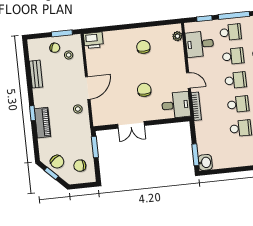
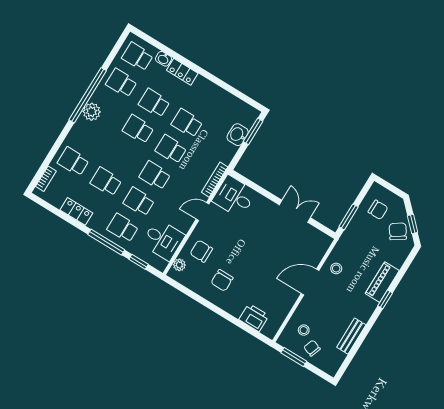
printer: (93, 40) -> (254, 318), moved
door: (188, 80) -> (203, 212), hinge flipped
chair: (144, 90) -> (201, 251), moved, turned 90
washbasin: (205, 162) -> (238, 135), moved

